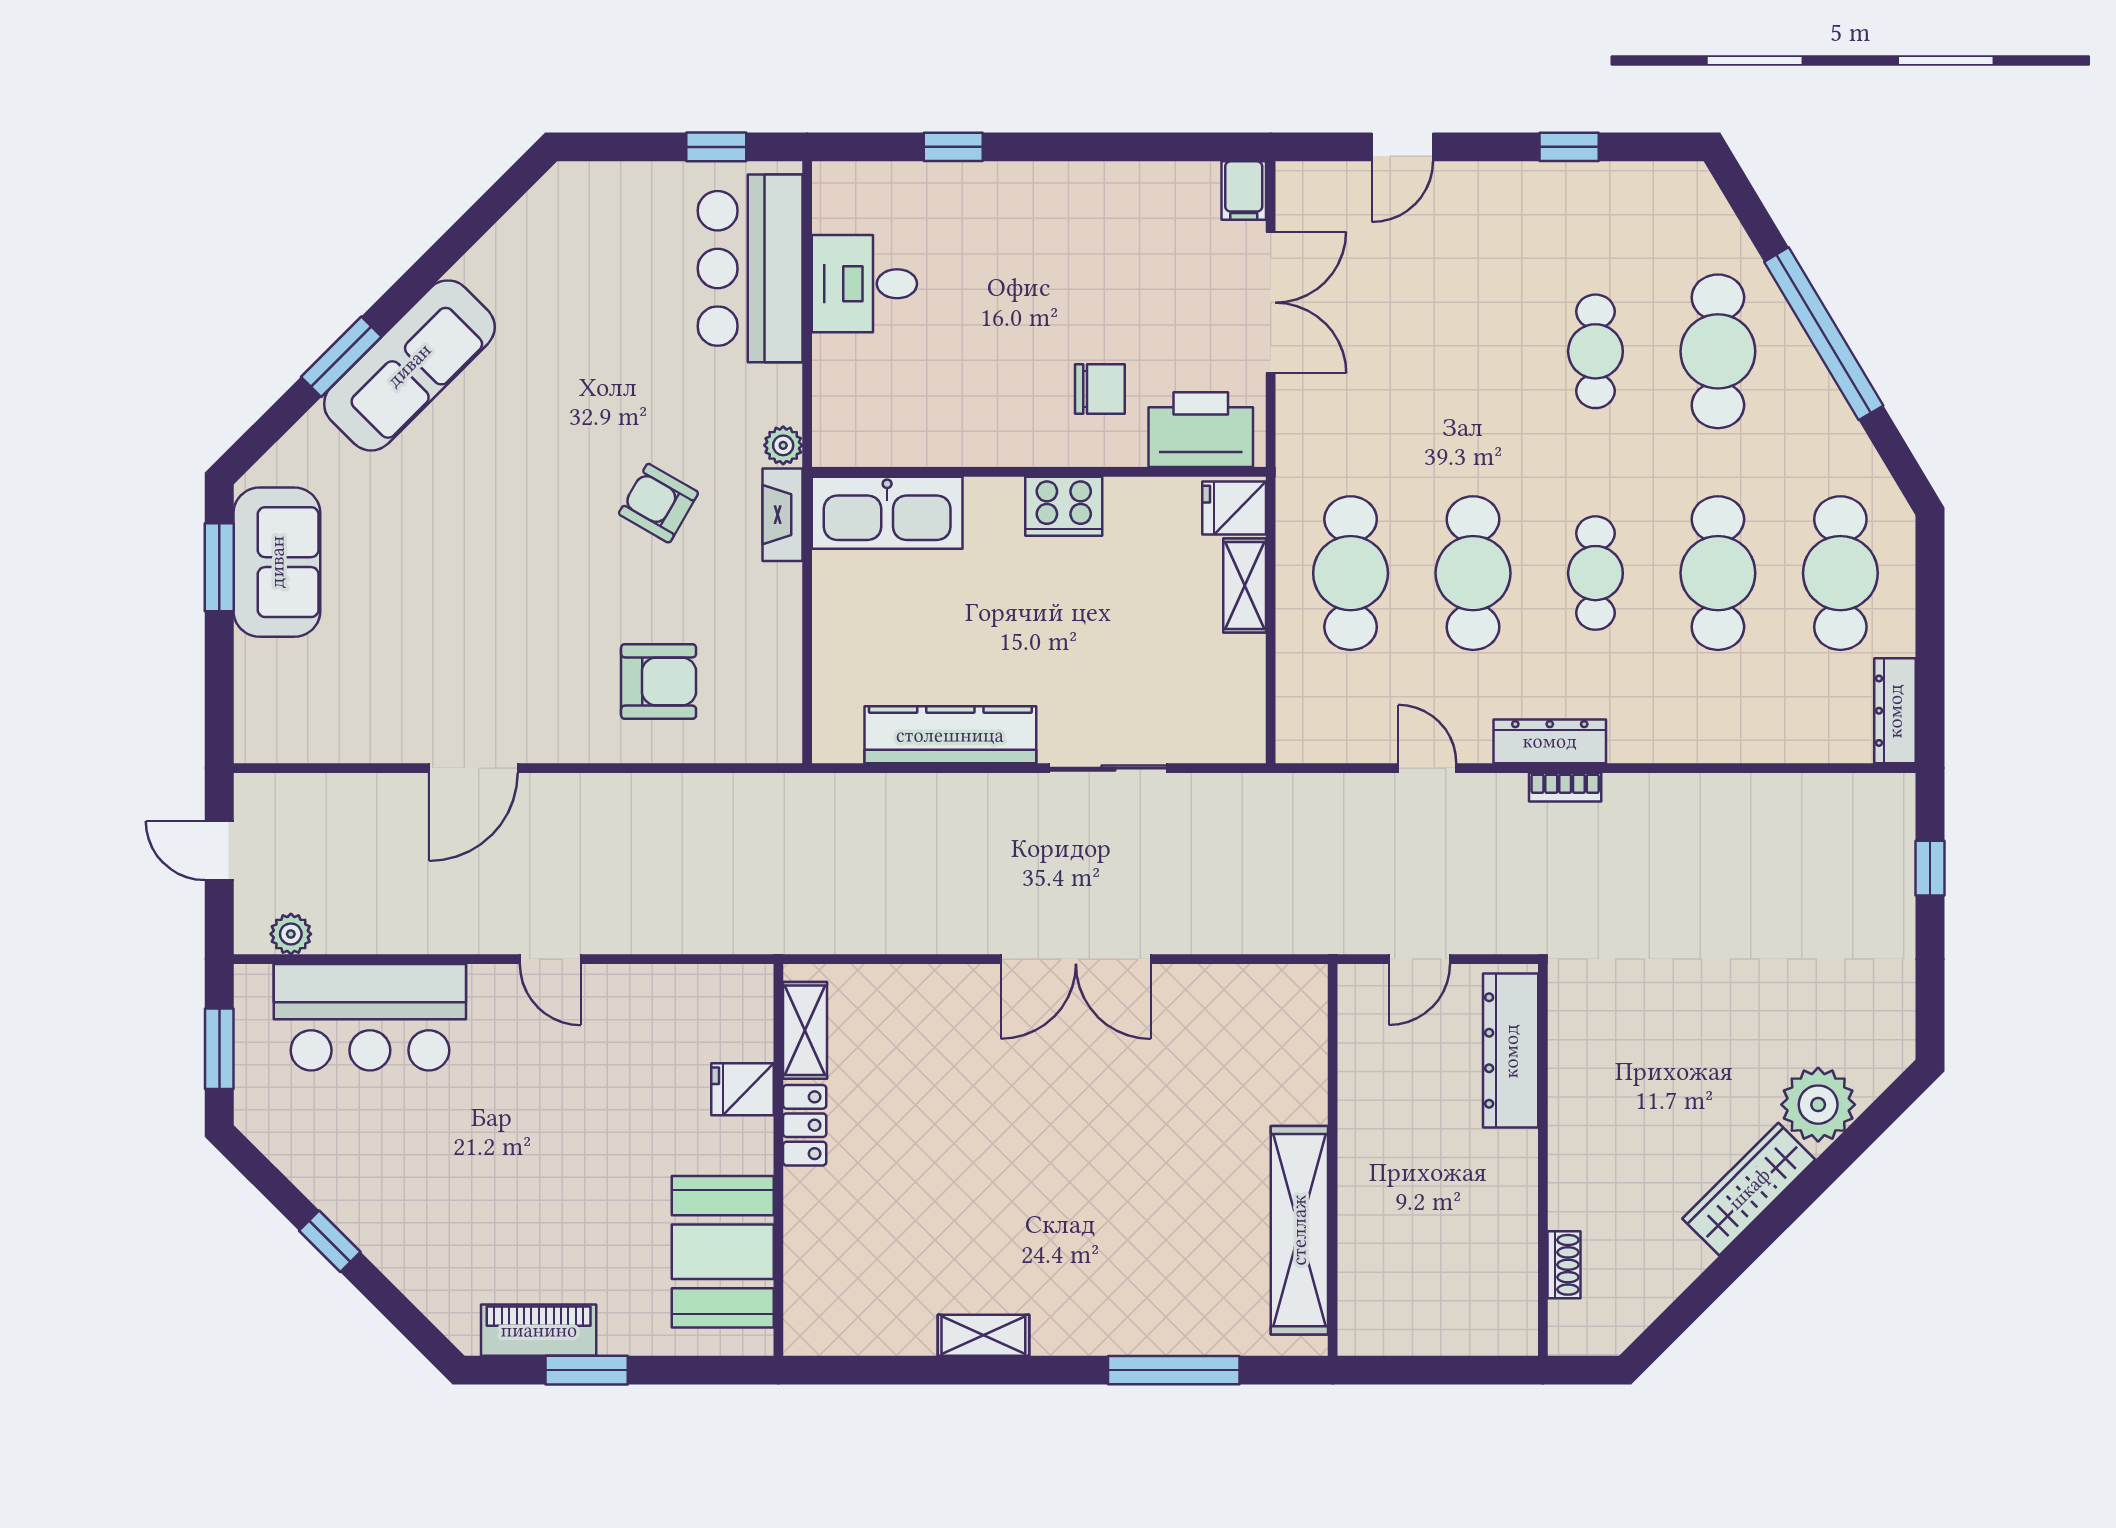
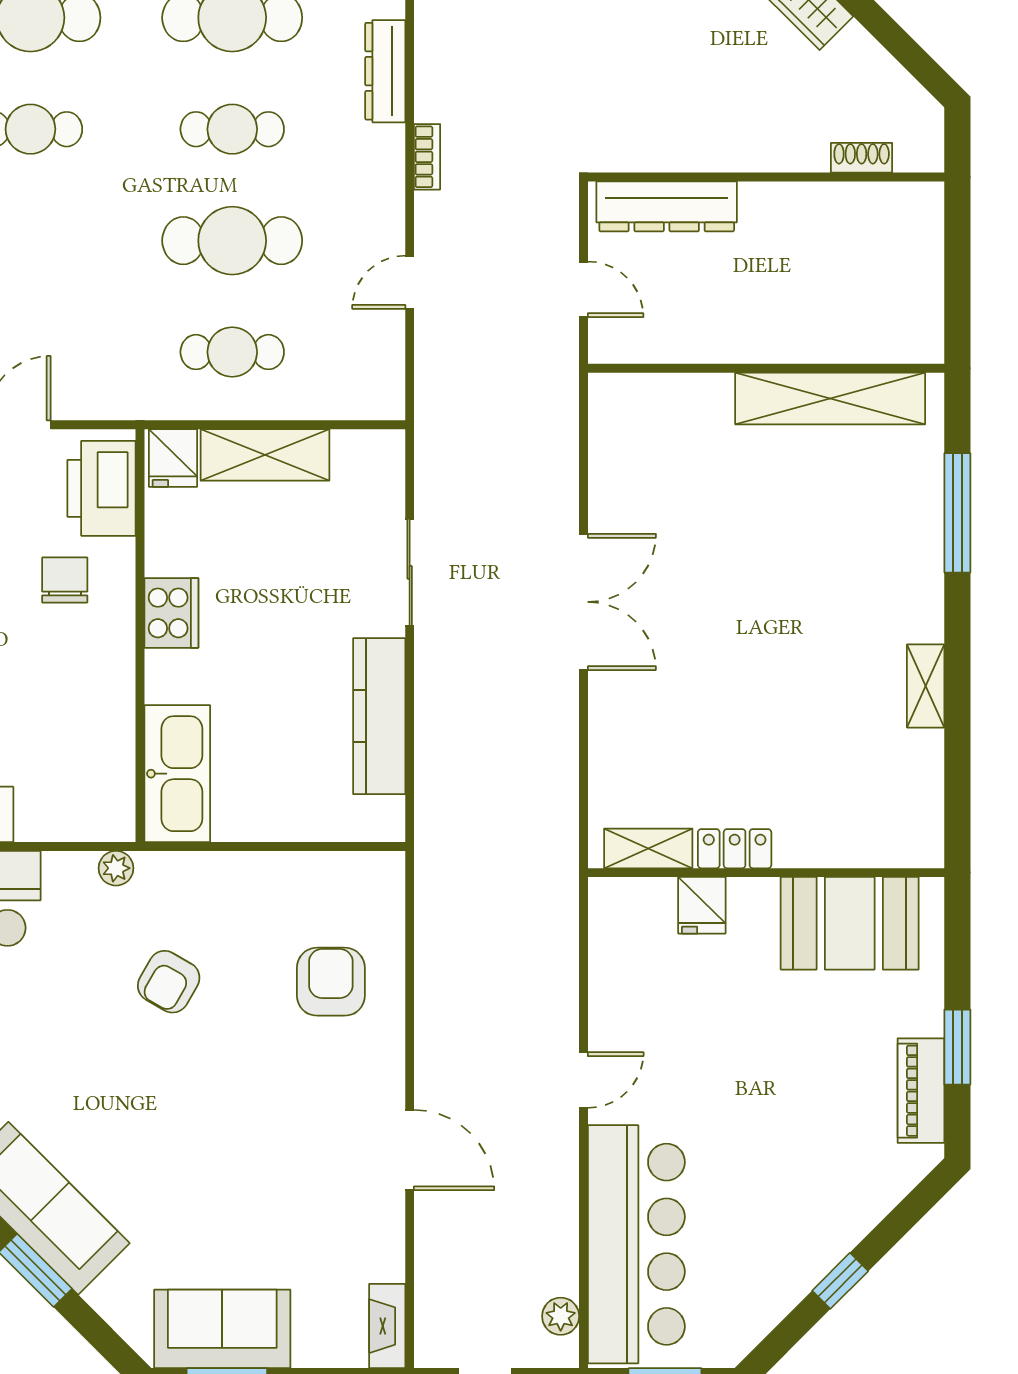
fireplace: (782, 515) -> (387, 1326), moved, turned 90
cafe table: (1351, 573) -> (232, 352), width x0.73, depth x0.74
shelving: (1245, 585) -> (265, 455), width x1.50, depth x1.33
dresser: (1550, 741) -> (385, 71), moved
bar counter: (370, 1017) -> (636, 1244), width x1.36

